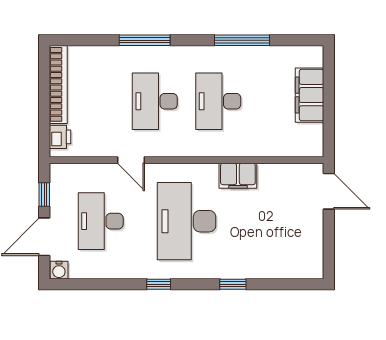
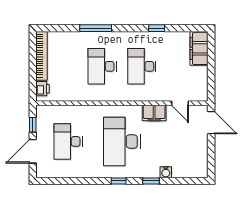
window: (242, 40) -> (157, 28), width x0.46
filing cabinet: (310, 95) -> (199, 48), moved
door: (131, 160) -> (180, 103), moved
water cooler: (59, 270) -> (166, 172), moved
window: (159, 284) -> (119, 181), moved

